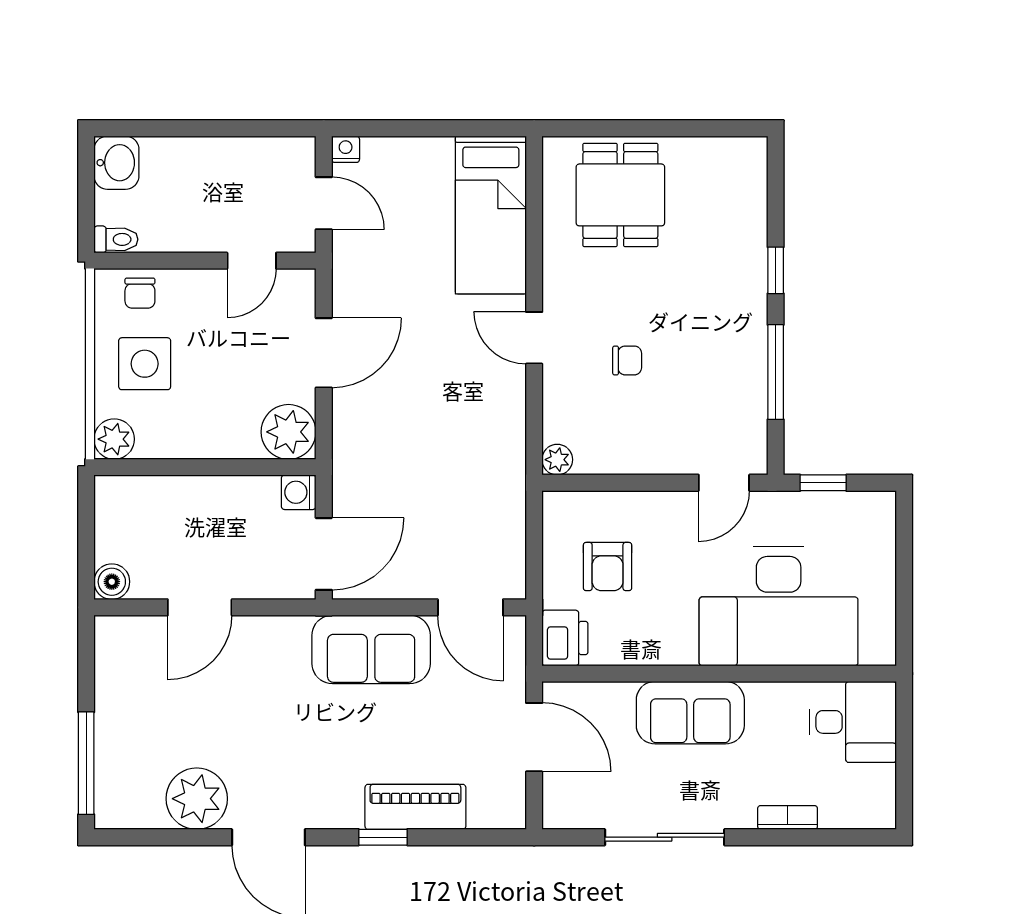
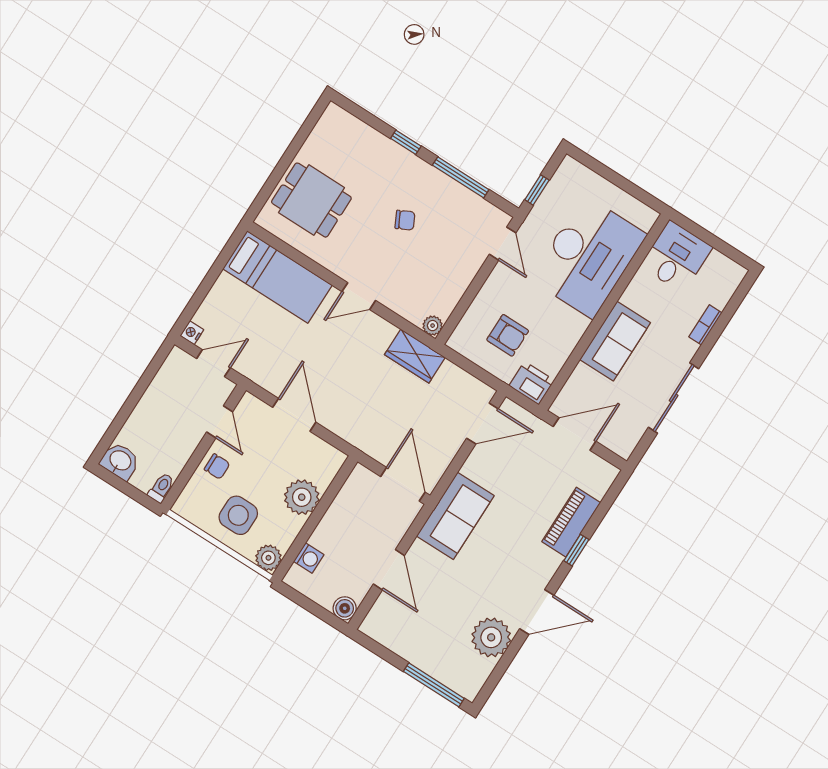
chair: (140, 293) -> (217, 466), moved
chair: (627, 360) -> (405, 220), moved, turned 63
plant: (289, 432) -> (302, 497), moved
wardrobe: (502, 462) -> (415, 356), added
washing machine: (299, 492) -> (309, 558), moved, turned -90
sofa: (371, 649) -> (455, 516), moved

